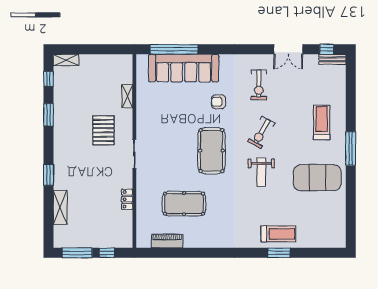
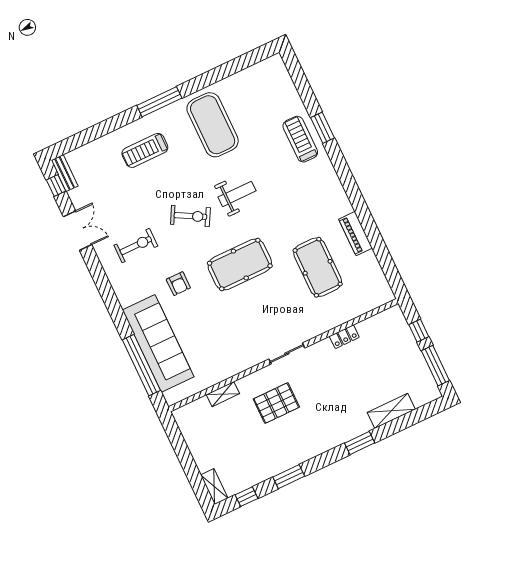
piano: (167, 241) -> (356, 234), moved

